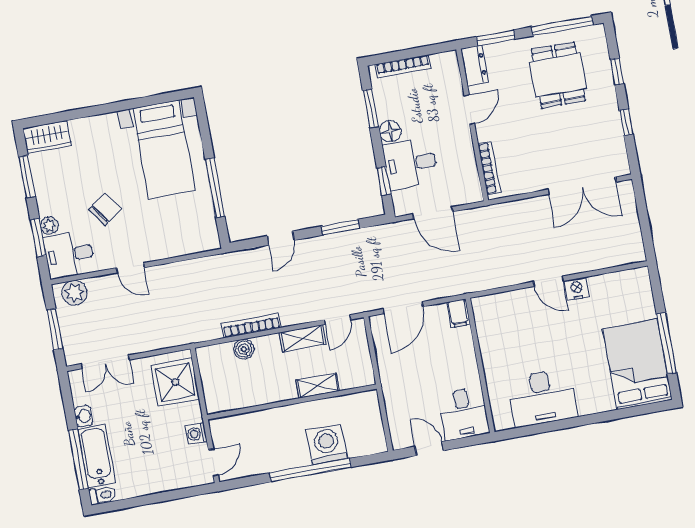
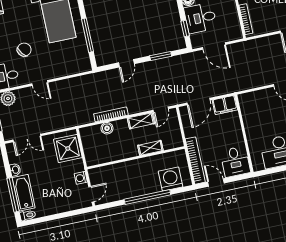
filing cabinet: (458, 313) -> (225, 105), width x2.00
bookcase: (394, 409) -> (195, 161), added
washing machine: (327, 445) -> (171, 179), moved

